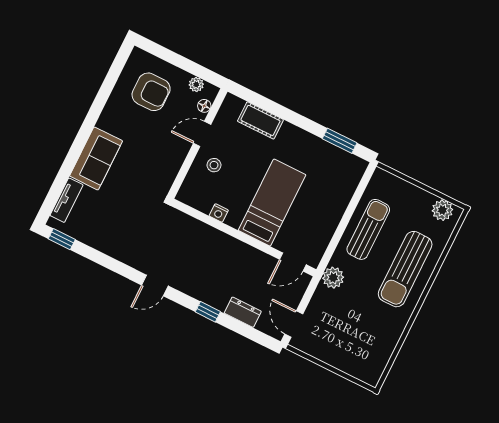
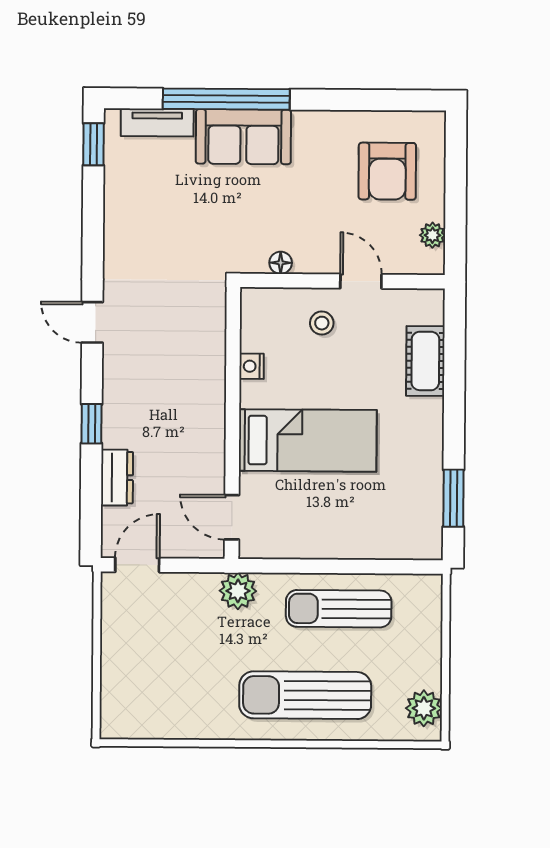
floor lamp: (204, 106) -> (281, 263), moved
window: (72, 158) -> (226, 99), added
sun lounger: (368, 229) -> (339, 609), turned 180

